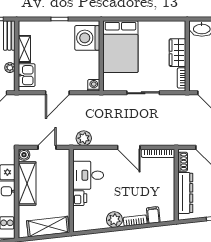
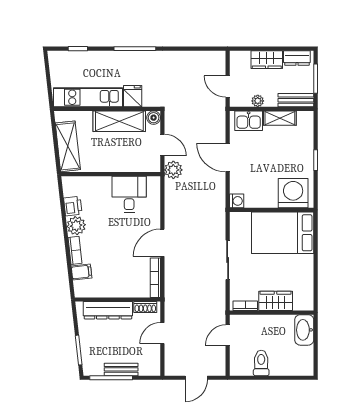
plant: (84, 138) -> (173, 170), moved
printer: (80, 198) -> (73, 206), moved, turned -96

